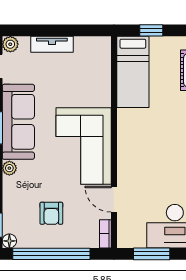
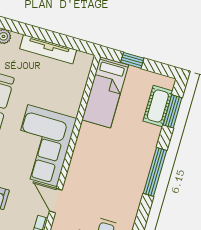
tv unit: (52, 44) -> (48, 49), width x1.41

